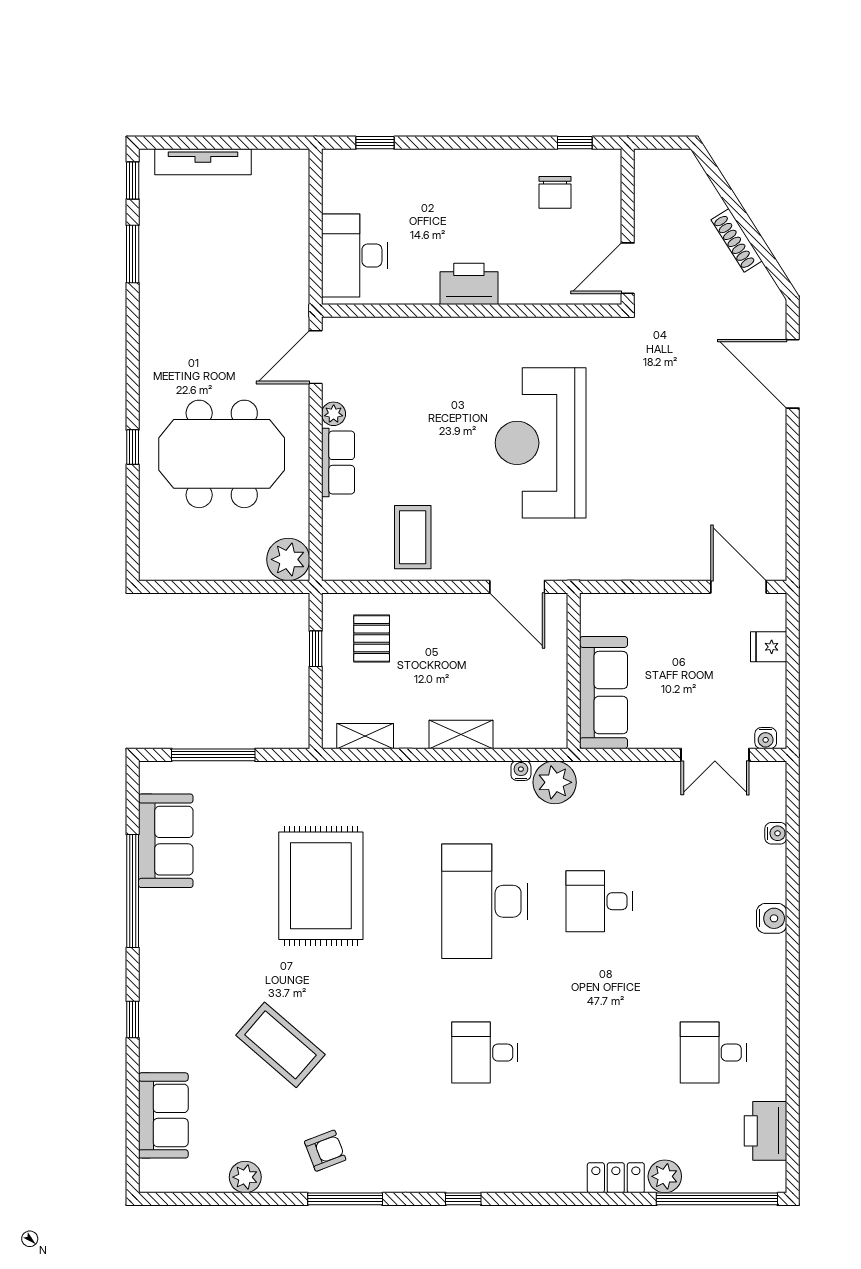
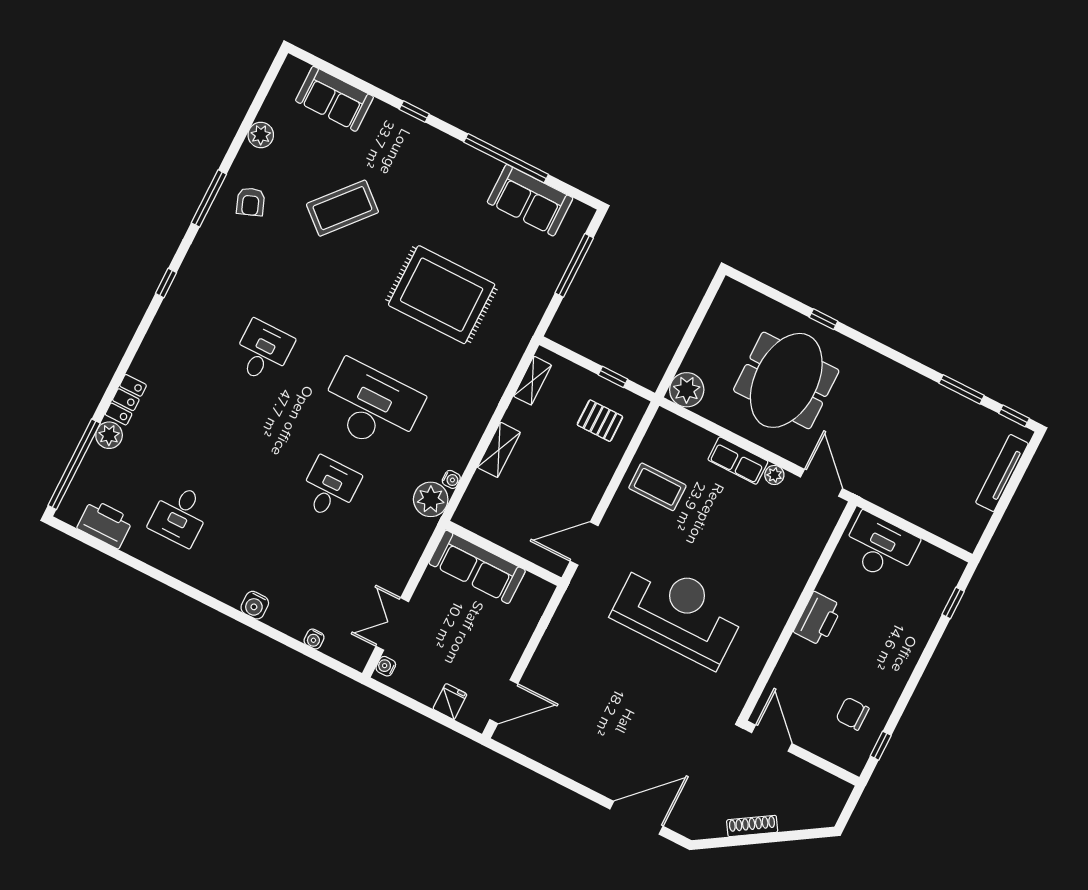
desk: (713, 1053) -> (180, 515), turned 180

